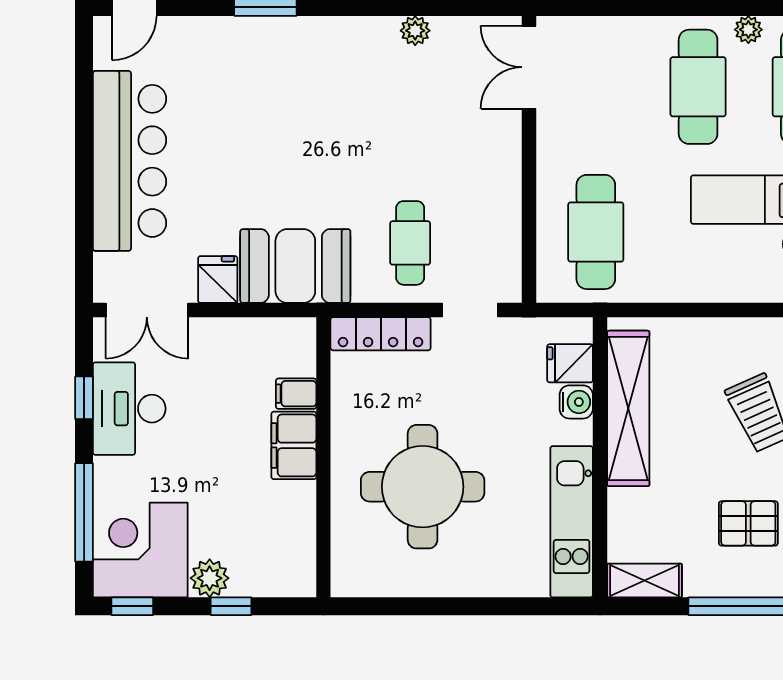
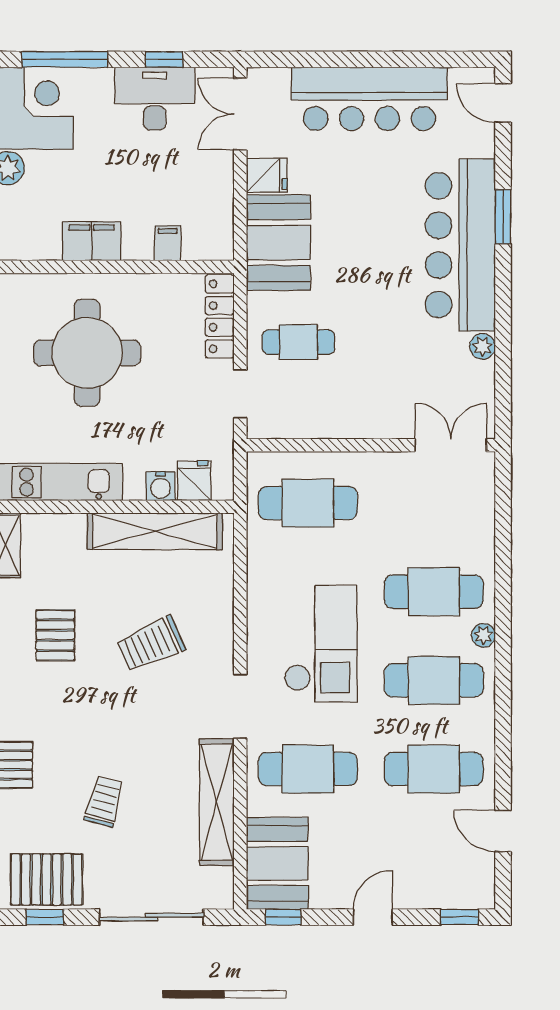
bar counter: (298, 56) -> (460, 245), added
filing cabinet: (294, 445) -> (92, 241), moved

